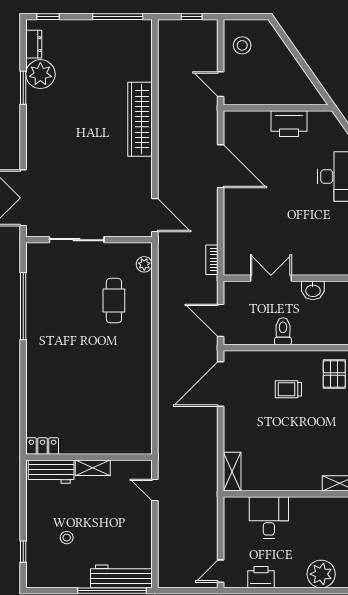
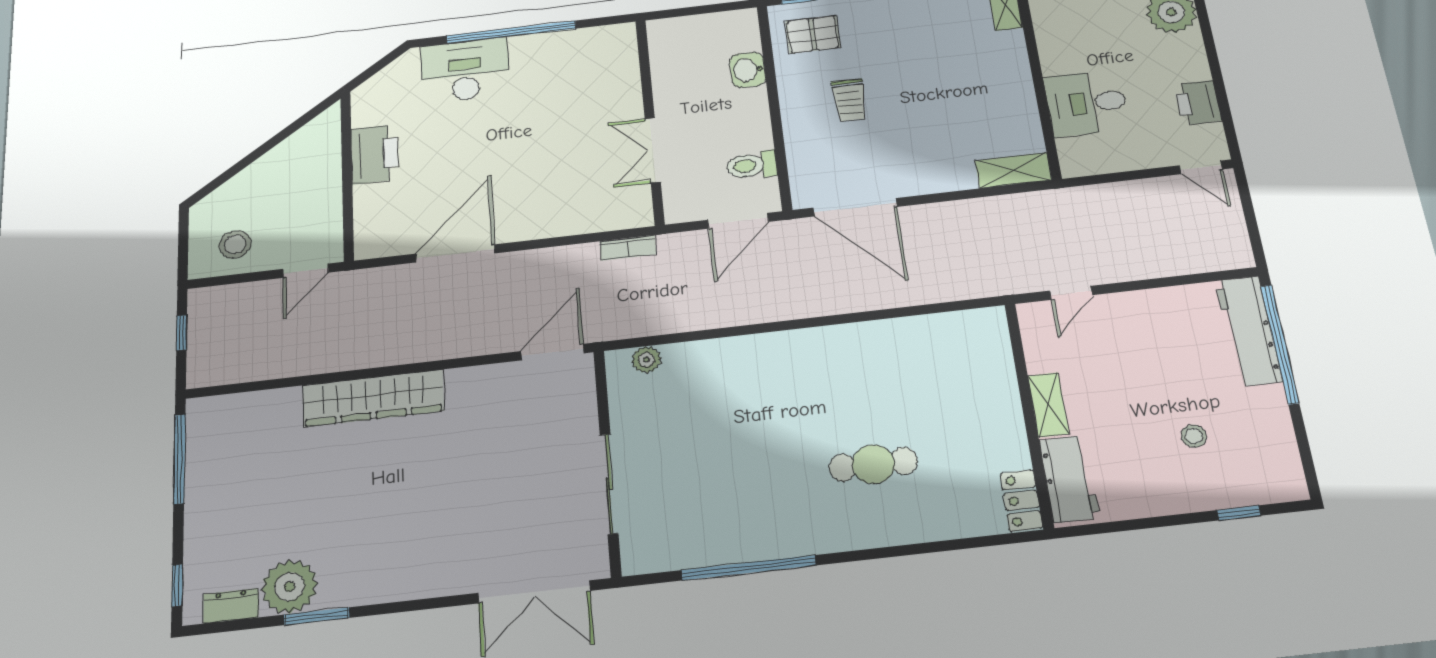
washbasin: (313, 290) -> (748, 70), moved, turned 180
cafe table: (114, 301) -> (873, 464), moved
toilet: (283, 331) -> (752, 165), moved

